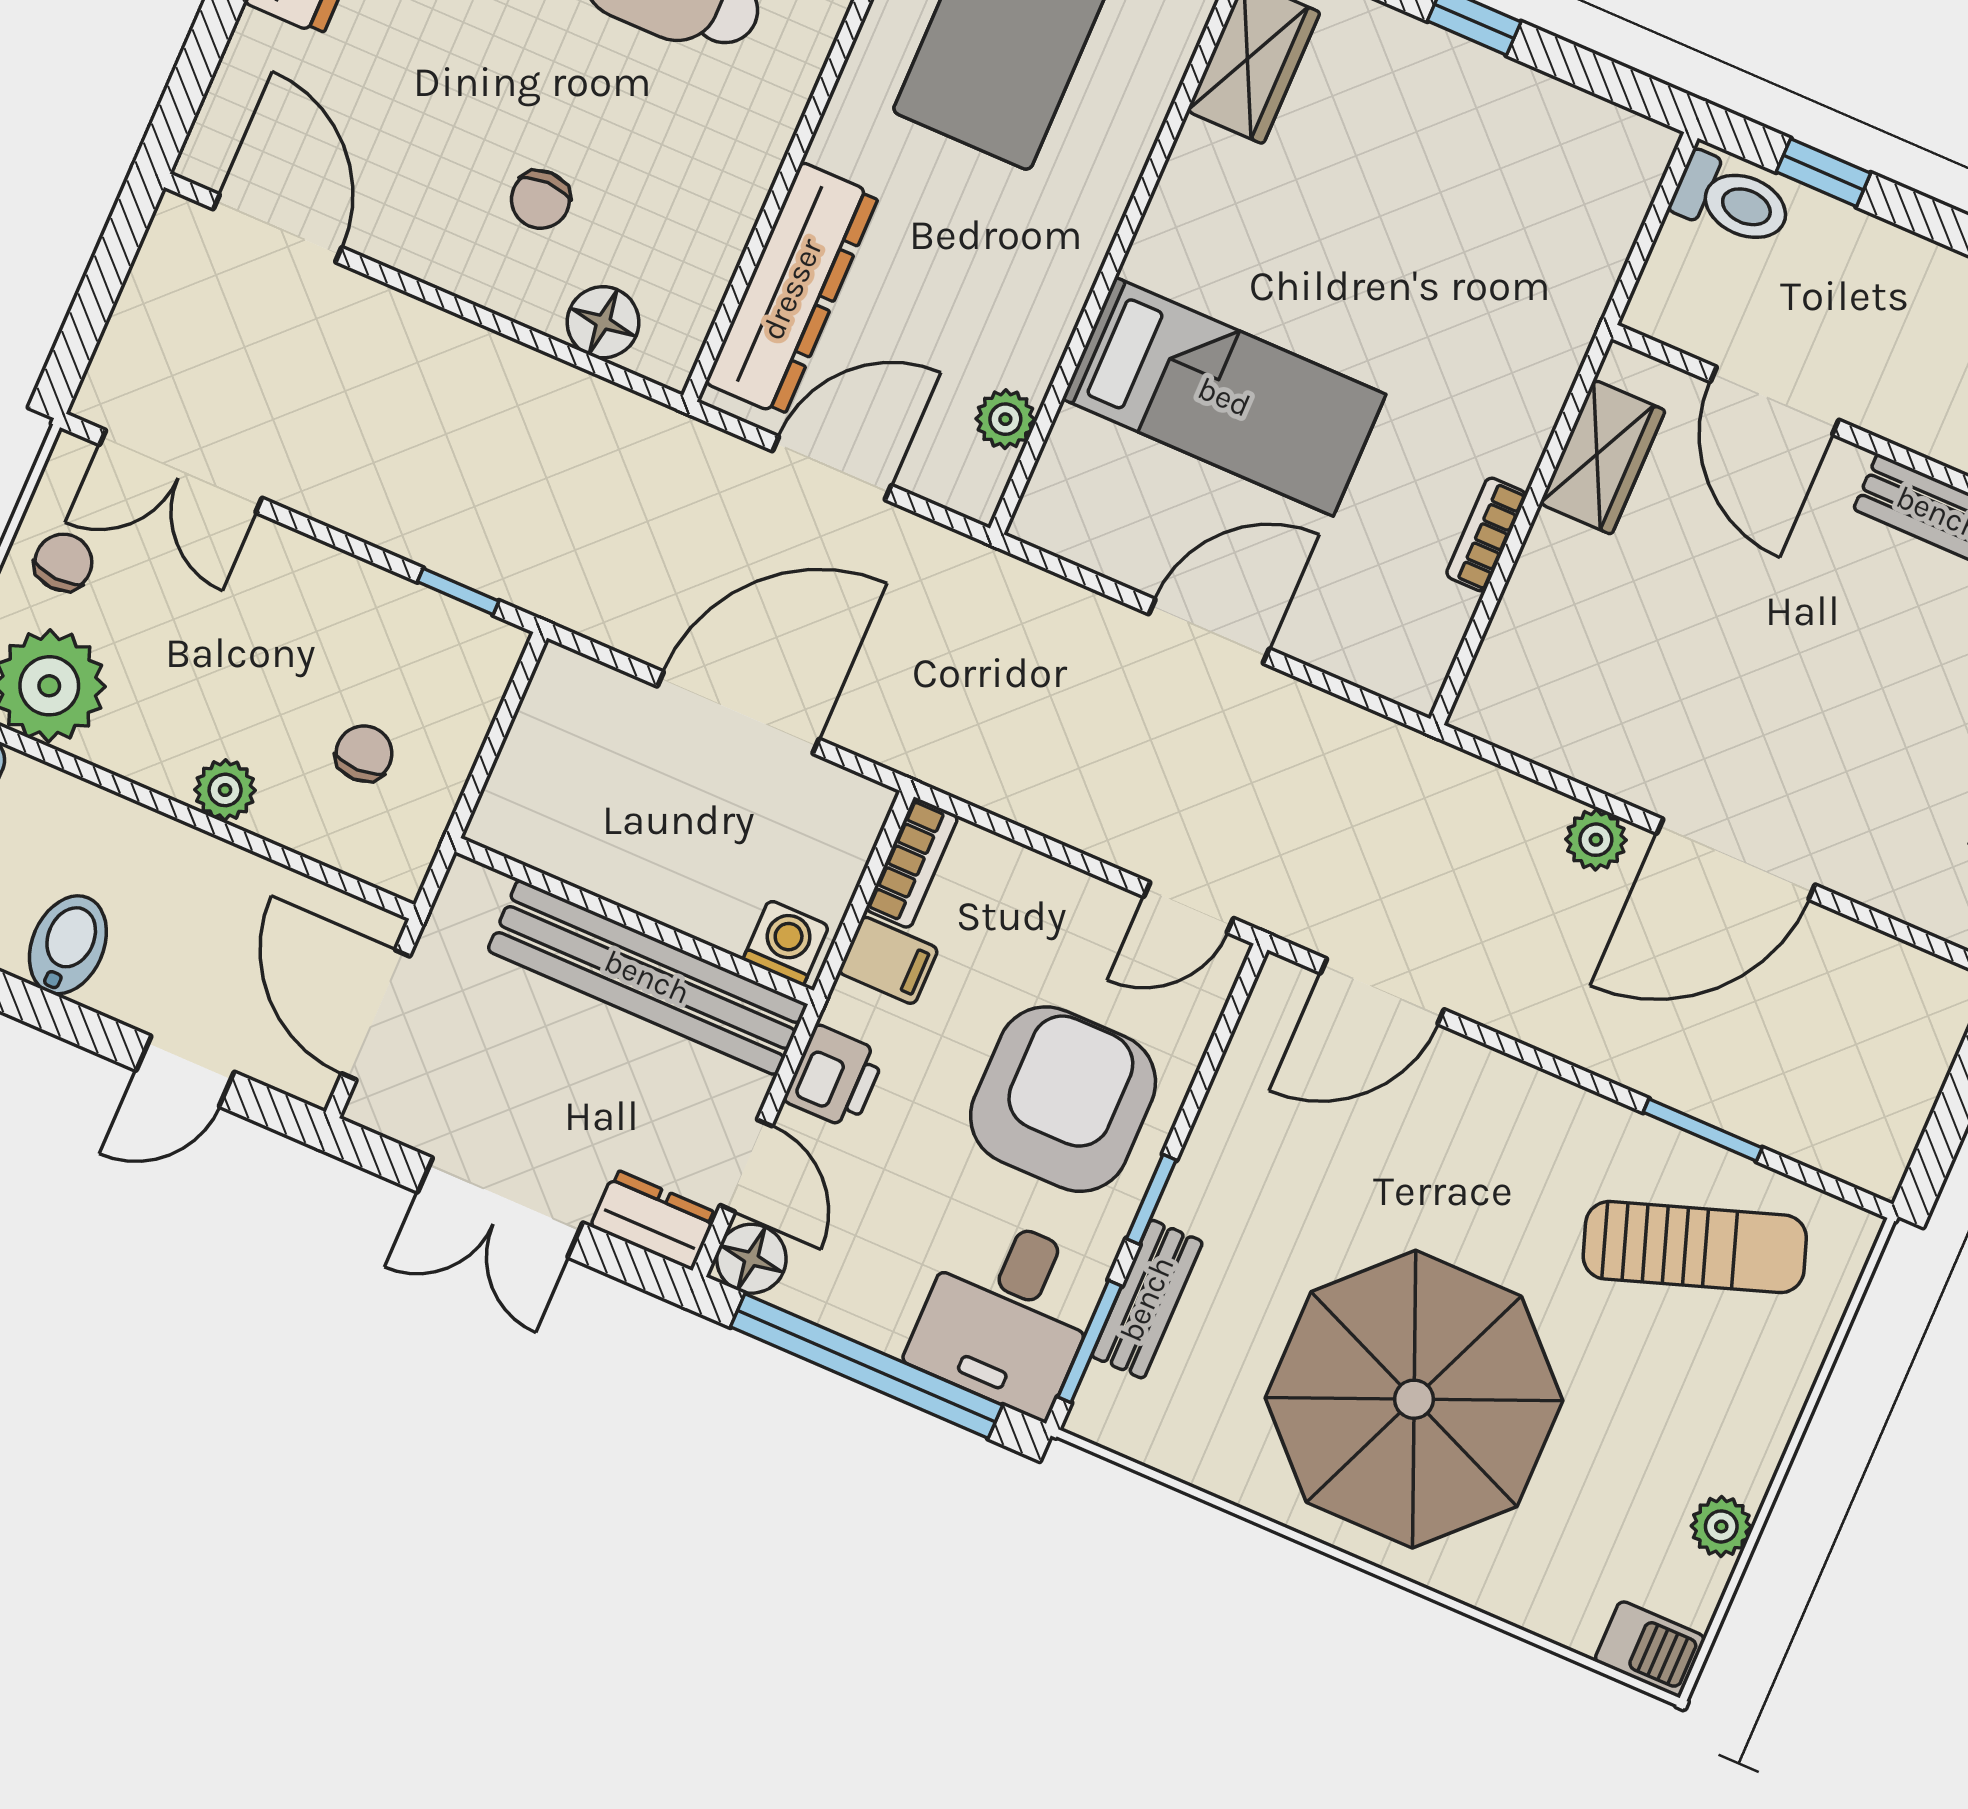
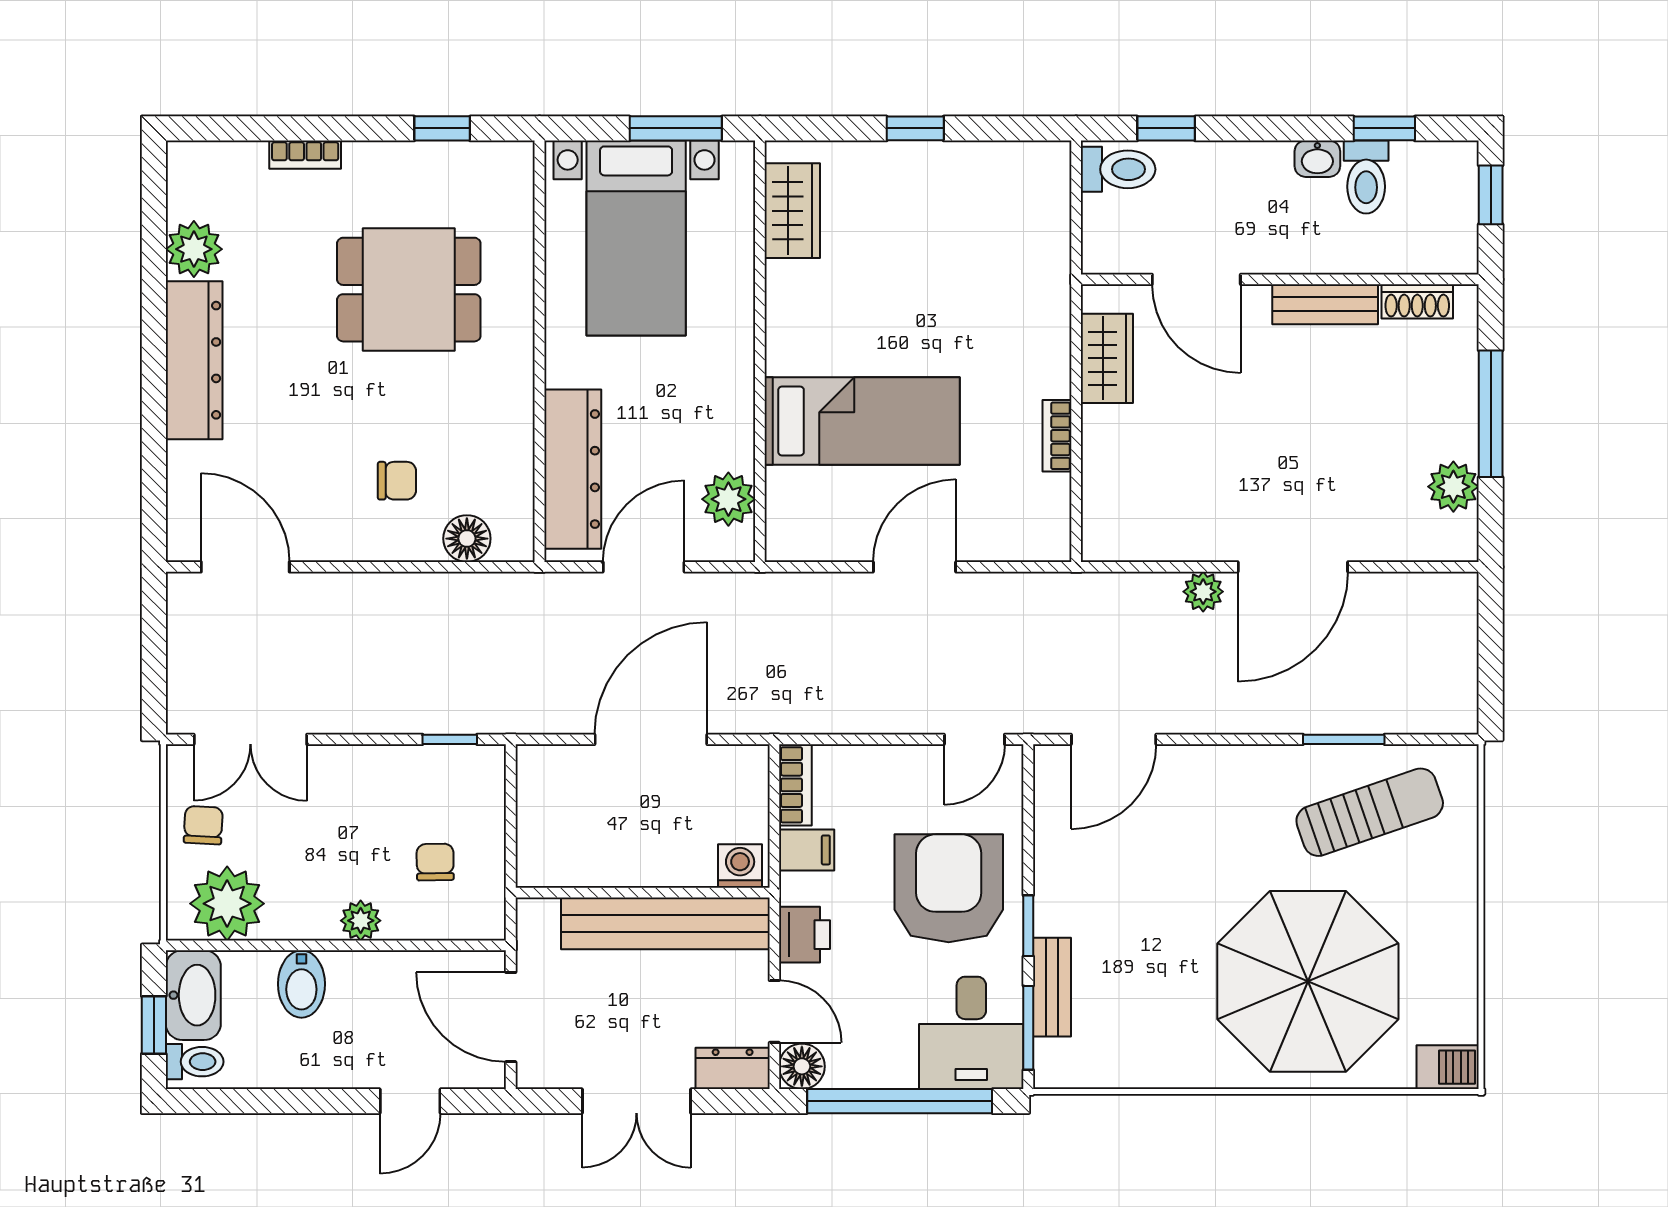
chair: (540, 200) -> (397, 481), turned -90
plant: (1005, 419) -> (728, 499), width x1.38, depth x1.38
bidet: (68, 945) -> (301, 984), moved, turned 180
parasol: (1414, 1399) -> (1308, 981), moved
plant: (1721, 1526) -> (1459, 974), removed

